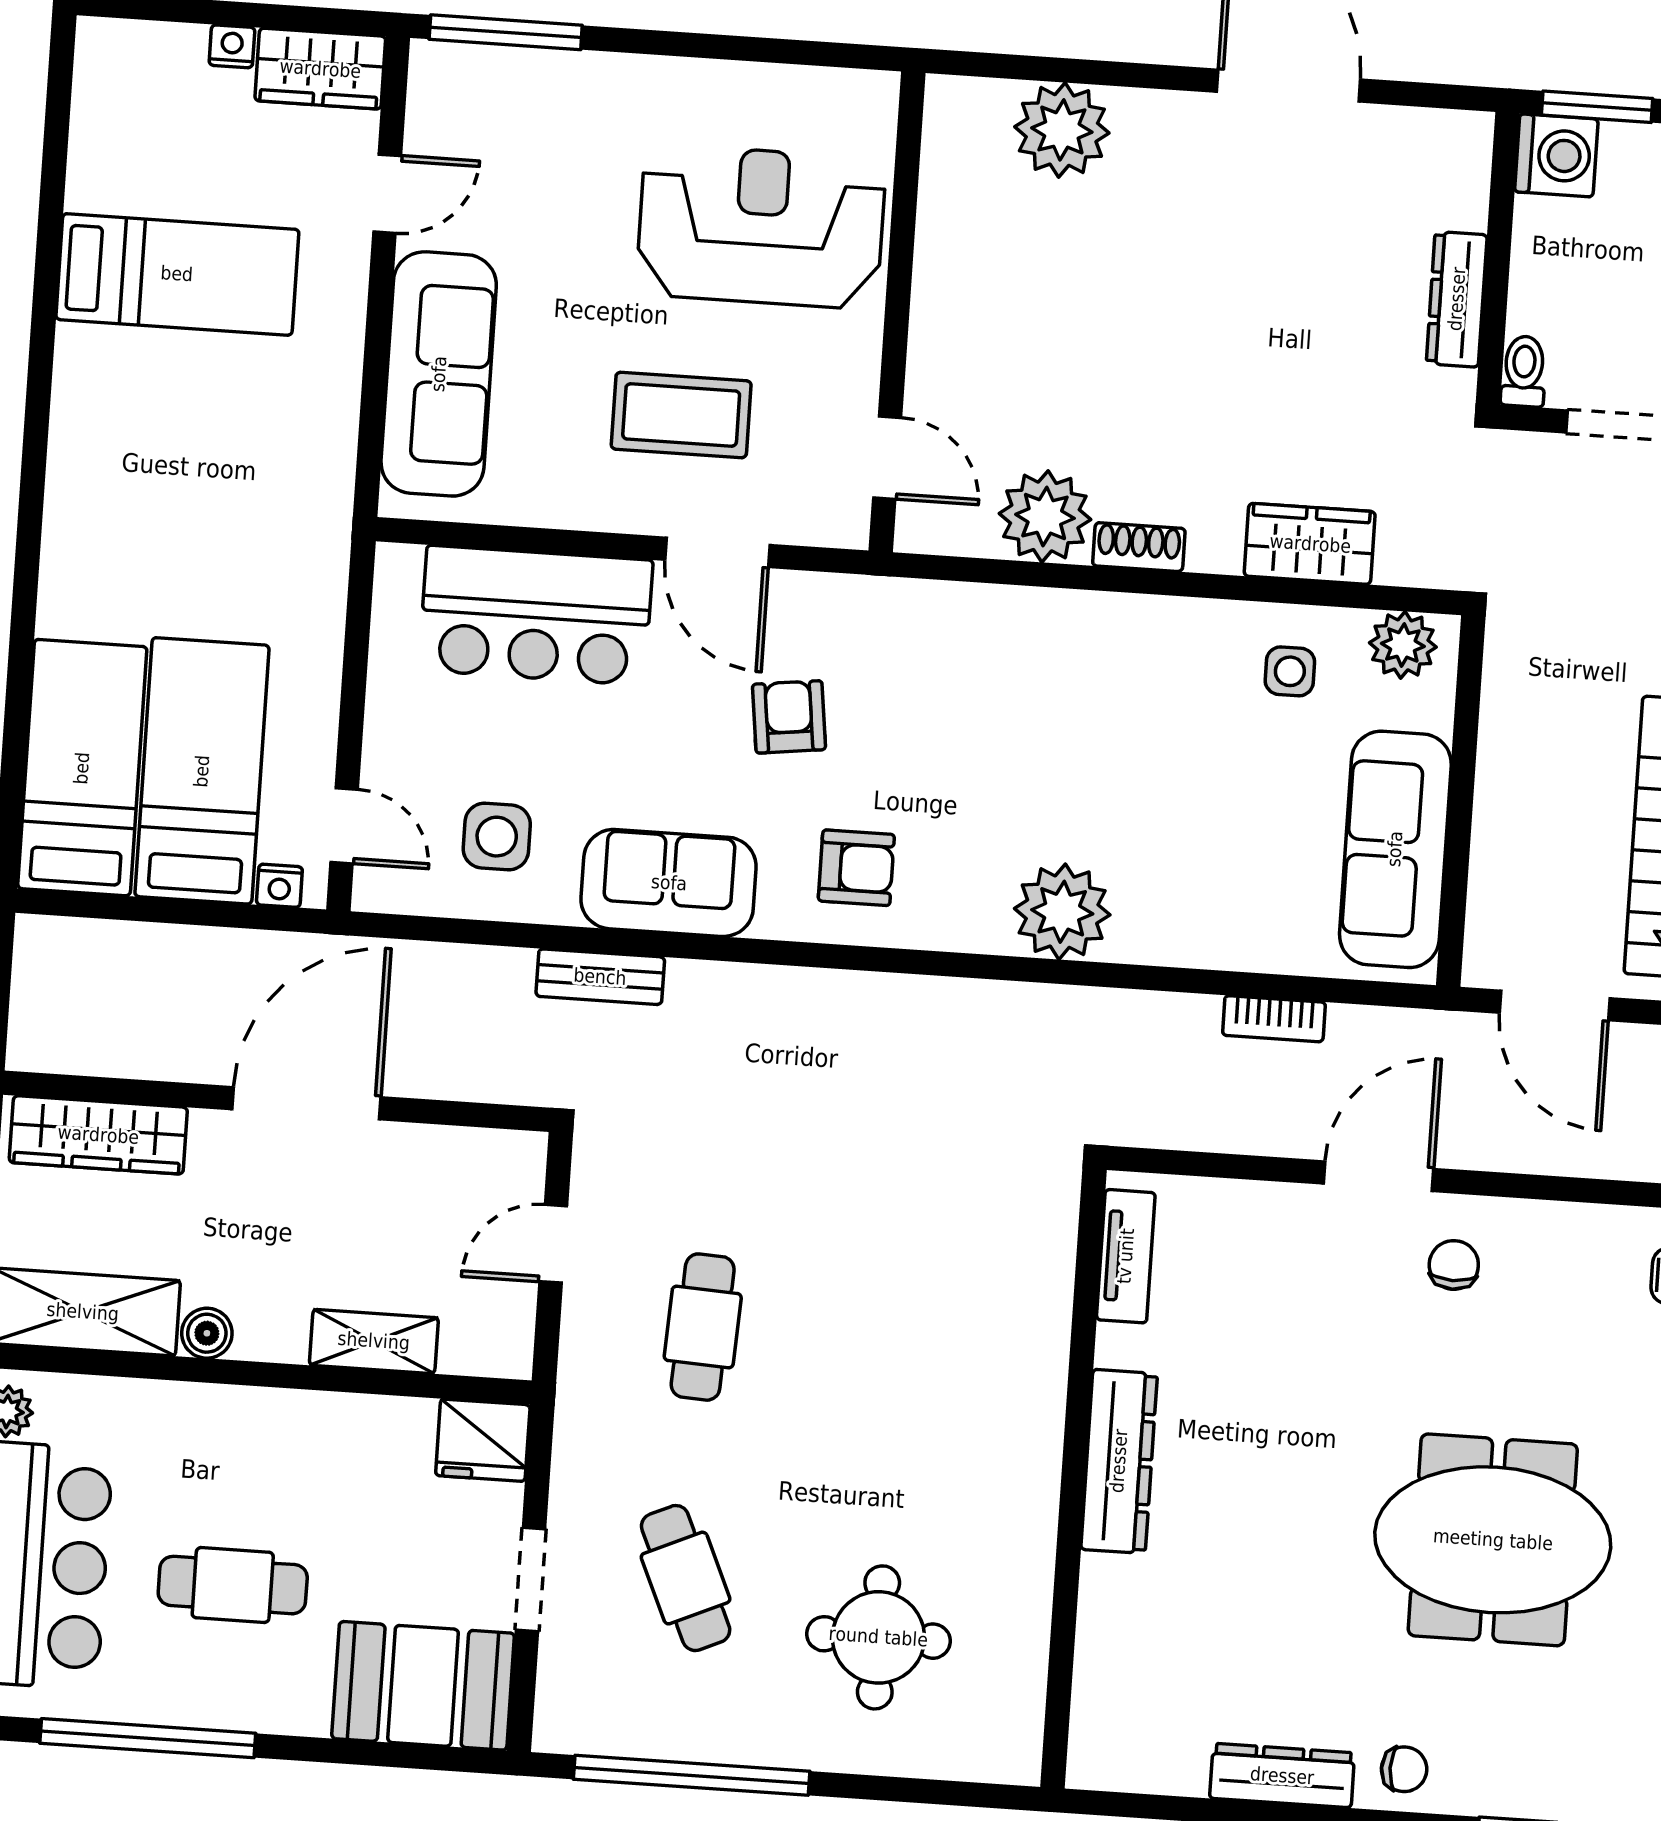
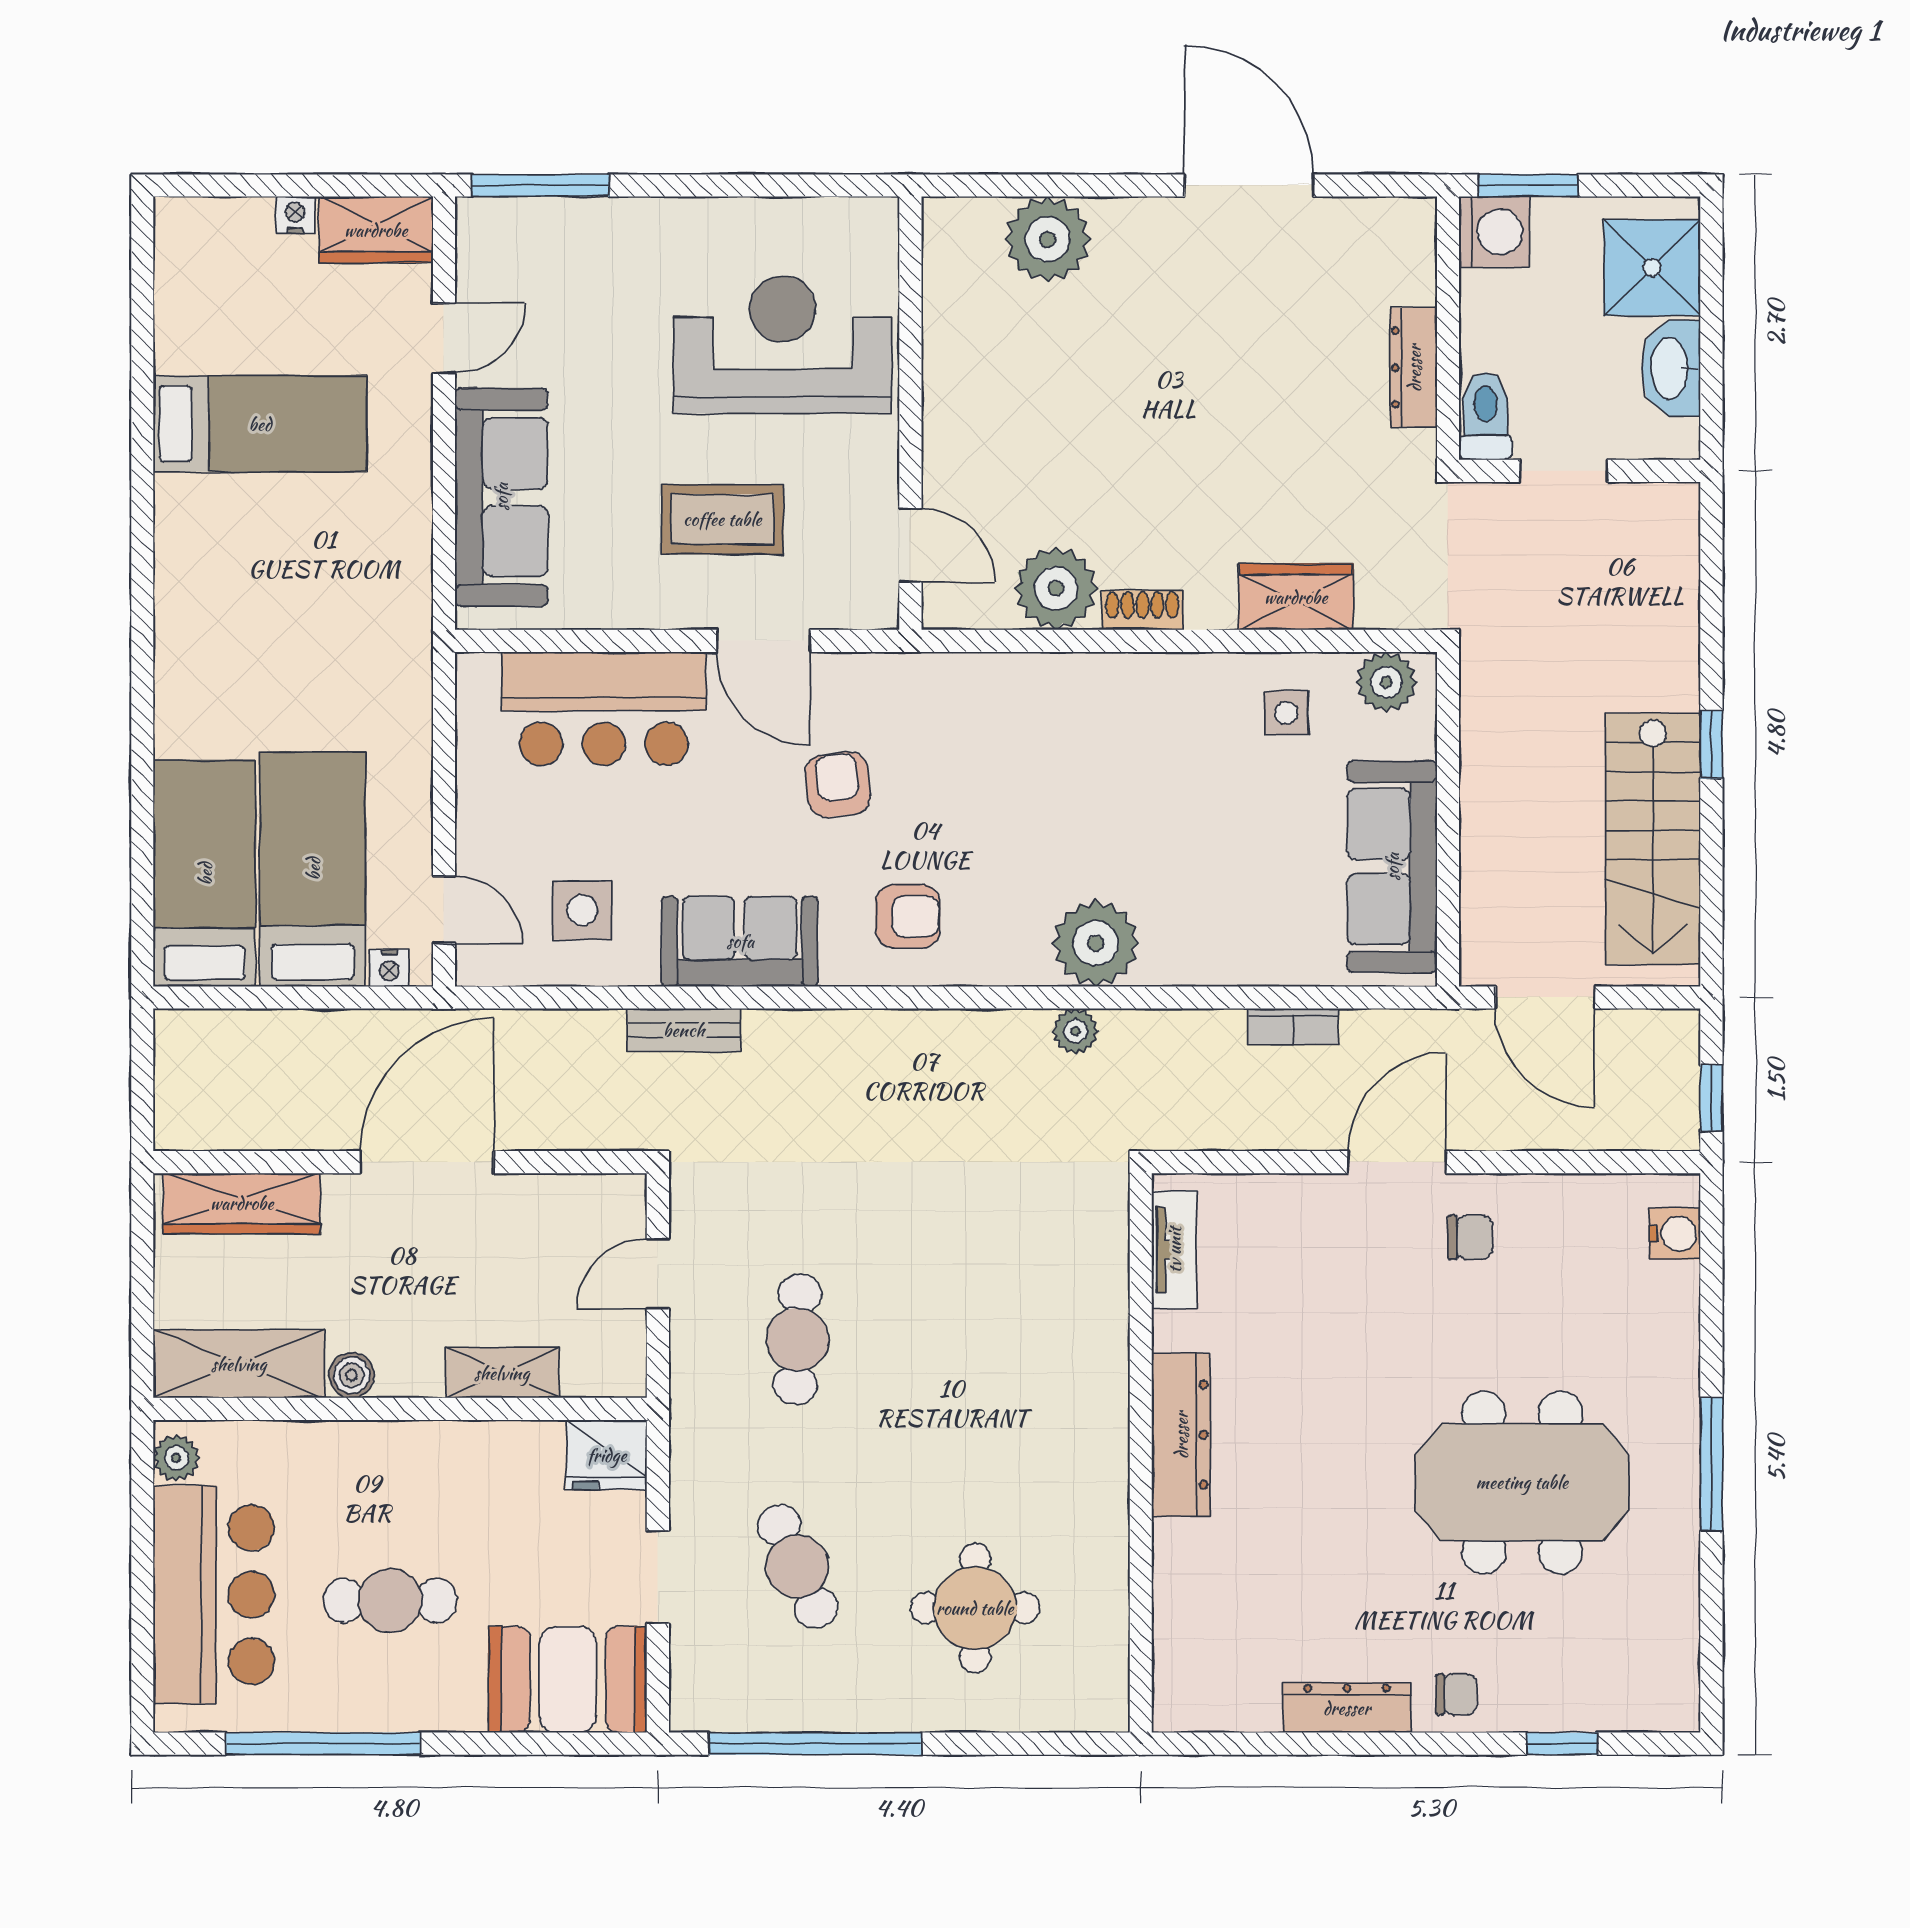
toilet: (1524, 371) -> (1486, 416), width x1.37, depth x1.39
plant: (1033, 1007) -> (1075, 1031), added
chair: (1454, 1265) -> (1470, 1237), turned 90

